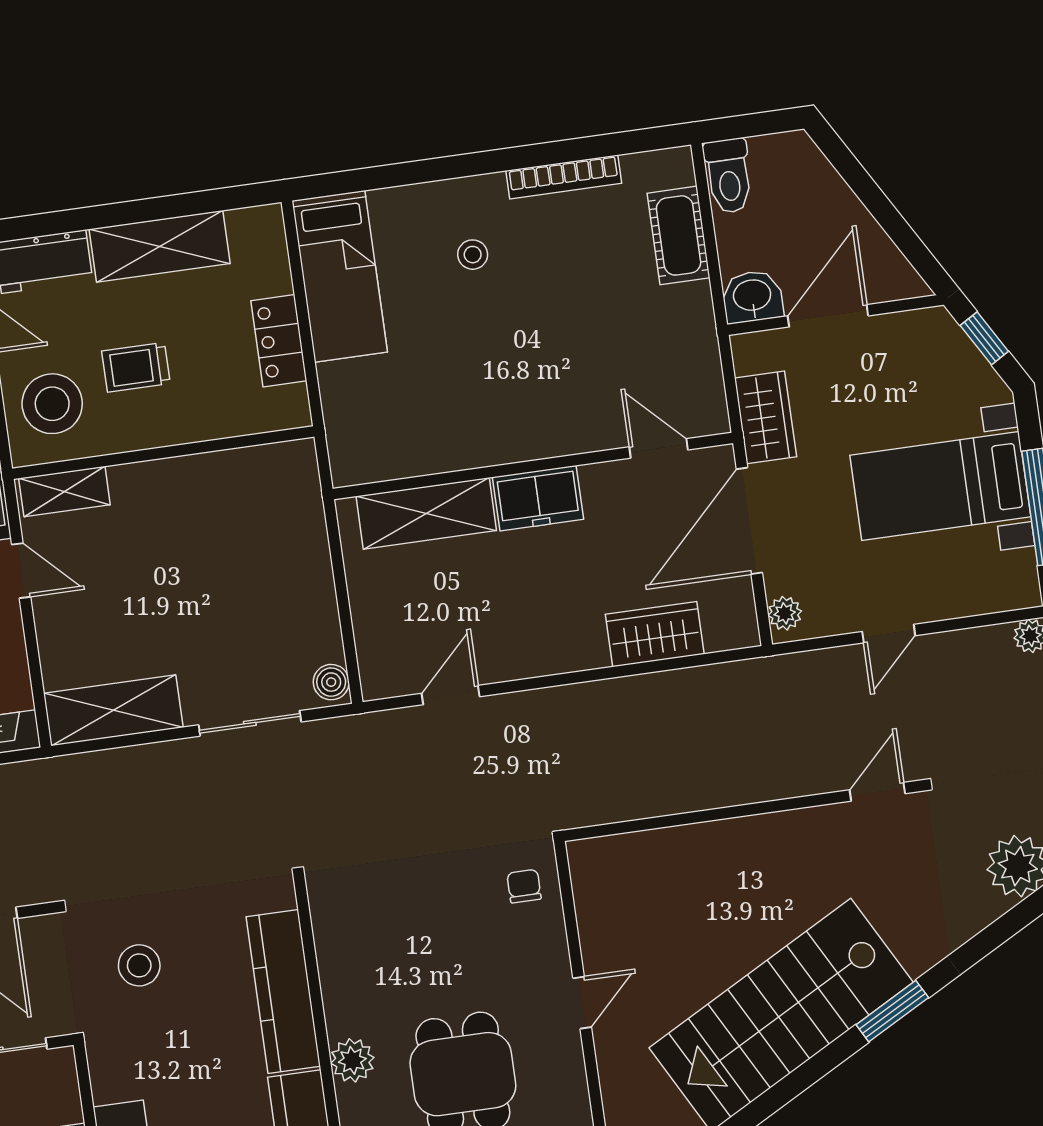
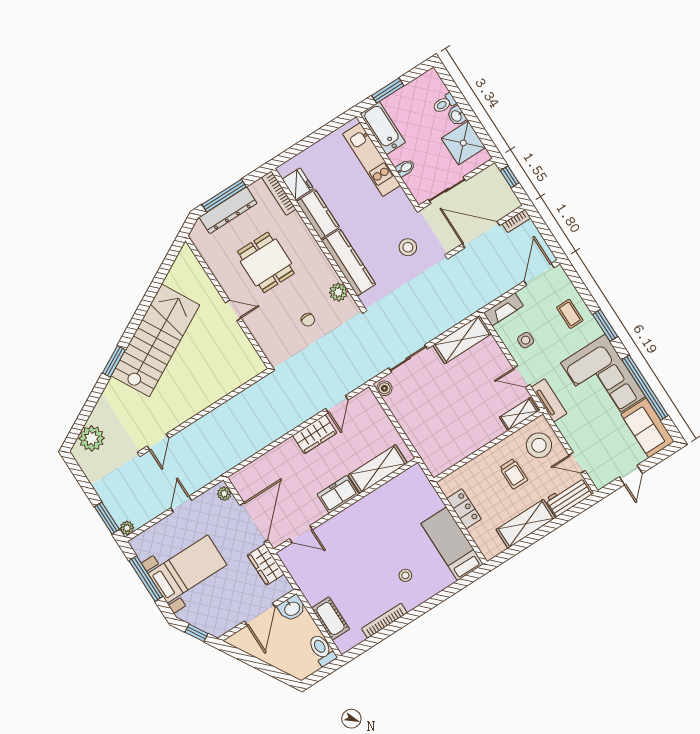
trolley: (136, 367) -> (514, 474), turned 90
wardrobe: (655, 634) -> (315, 434), moved
chair: (524, 886) -> (308, 320), moved
door: (582, 1003) -> (233, 310), swing flipped
plant: (352, 1060) -> (338, 292), moved

